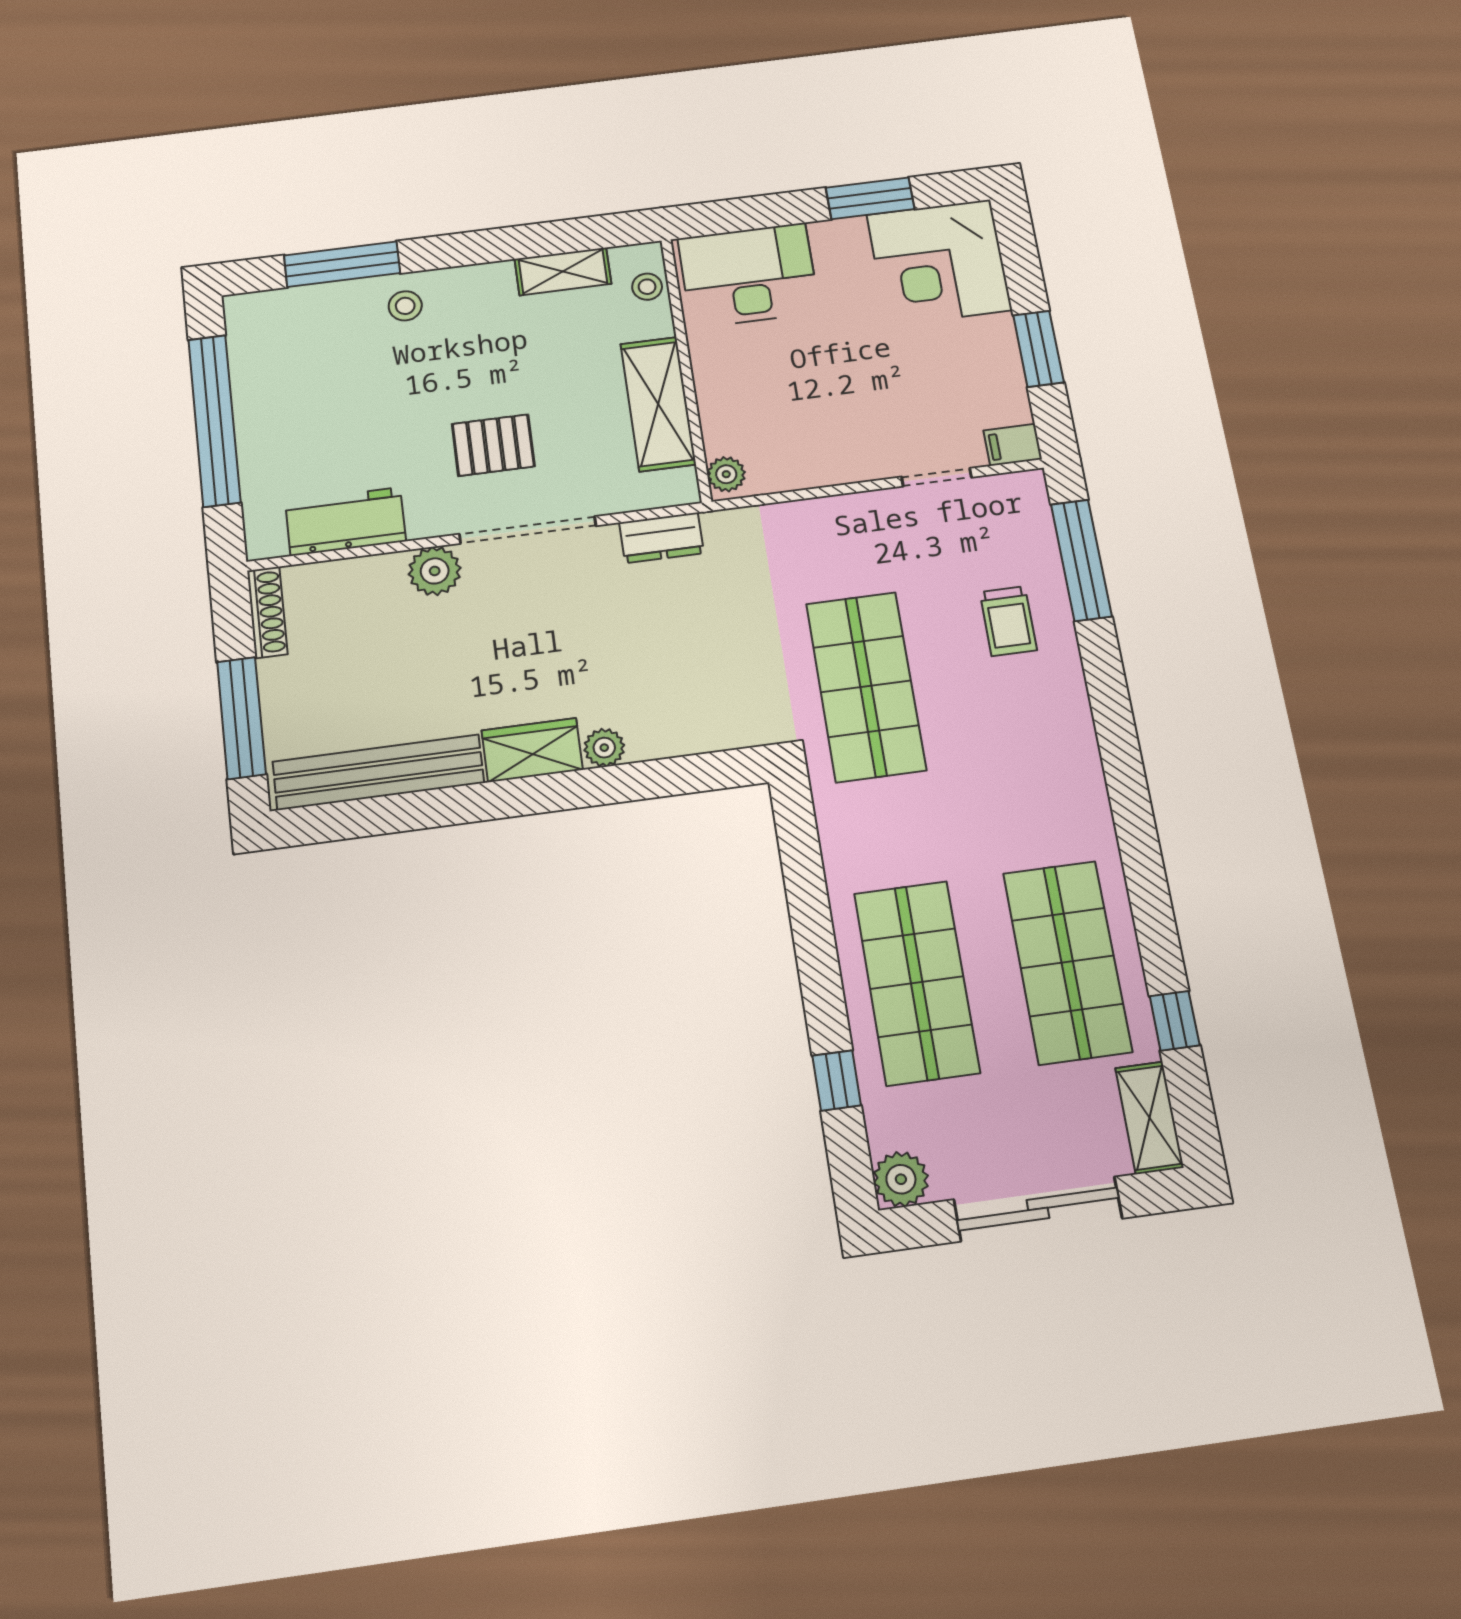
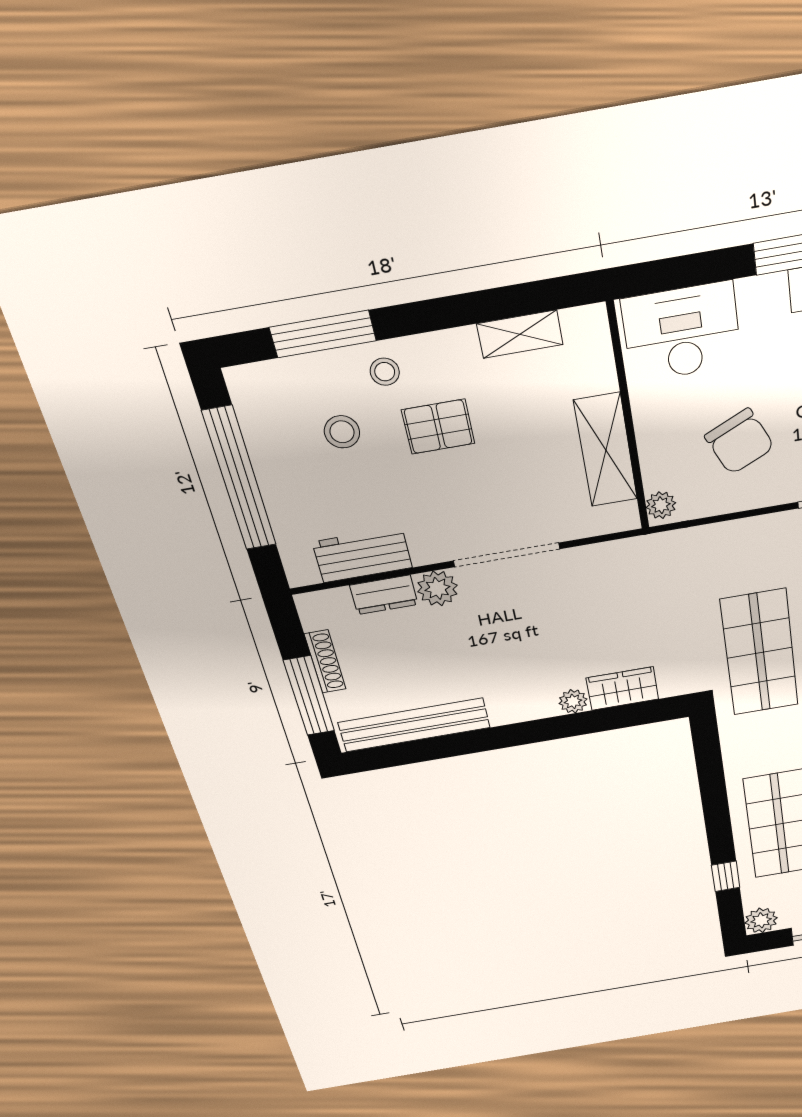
stool: (647, 287) -> (342, 432), moved, width x1.37, depth x1.37
chair: (822, 400) -> (740, 442), added
pallet: (493, 445) -> (438, 427), moved
dresser: (662, 538) -> (384, 595), moved
shoe rack: (267, 612) -> (325, 662), moved
wardrobe: (532, 750) -> (622, 689), moved

